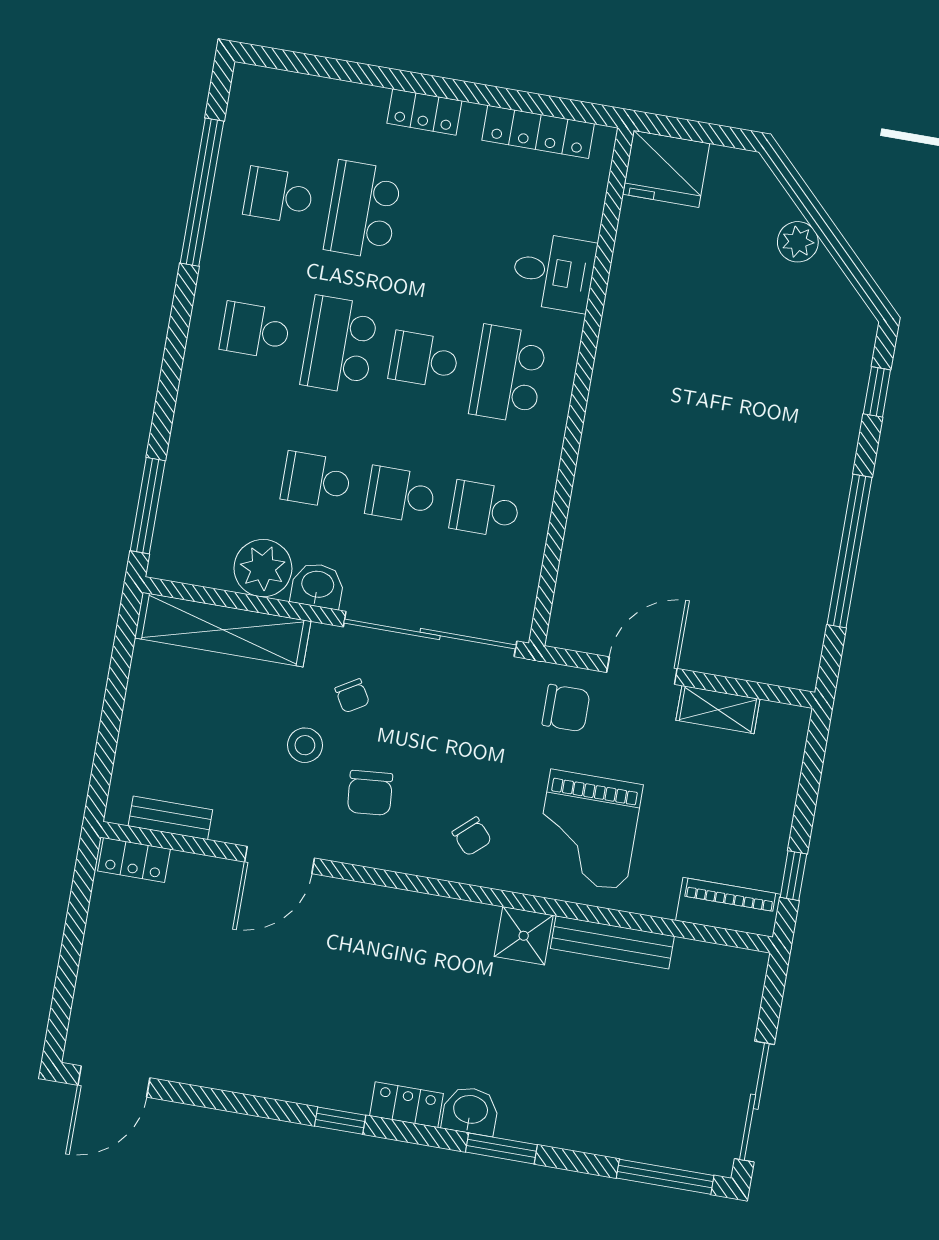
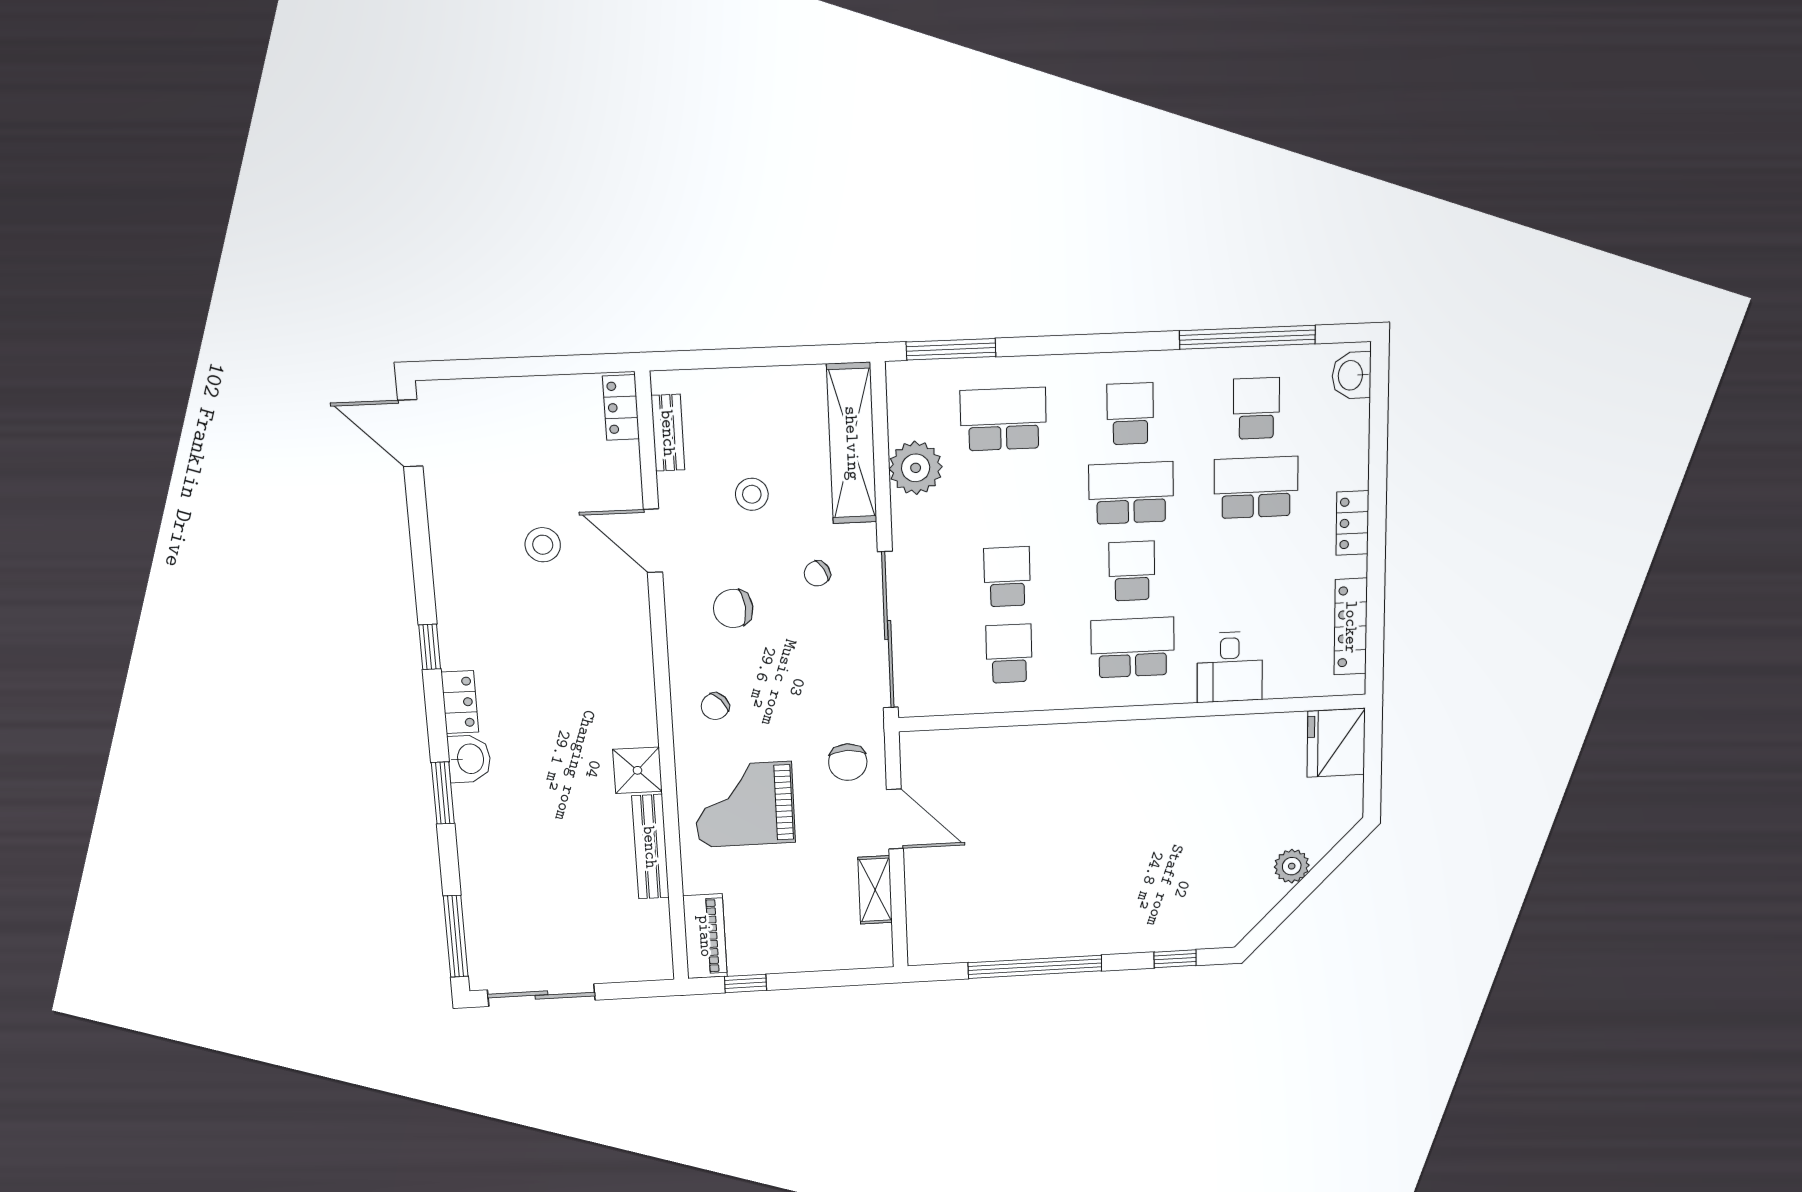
school desk: (316, 480) -> (1003, 419), moved, width x1.85
washbasin: (318, 585) -> (1352, 375), moved, turned 180
stool: (305, 745) -> (752, 494), moved
stool: (258, 976) -> (543, 545), added

